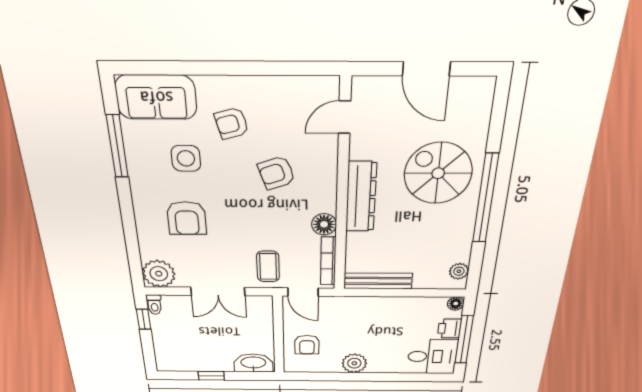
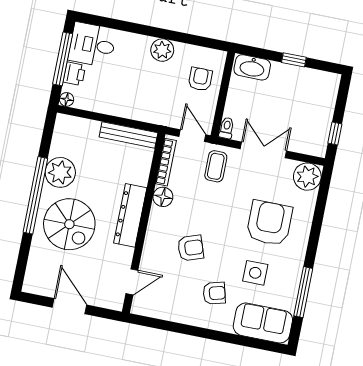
armchair: (187, 218) -> (269, 223), width x1.36, depth x1.36
plant: (459, 271) -> (60, 172), moved, width x1.88, depth x1.88
toilet: (154, 305) -> (227, 128), moved

